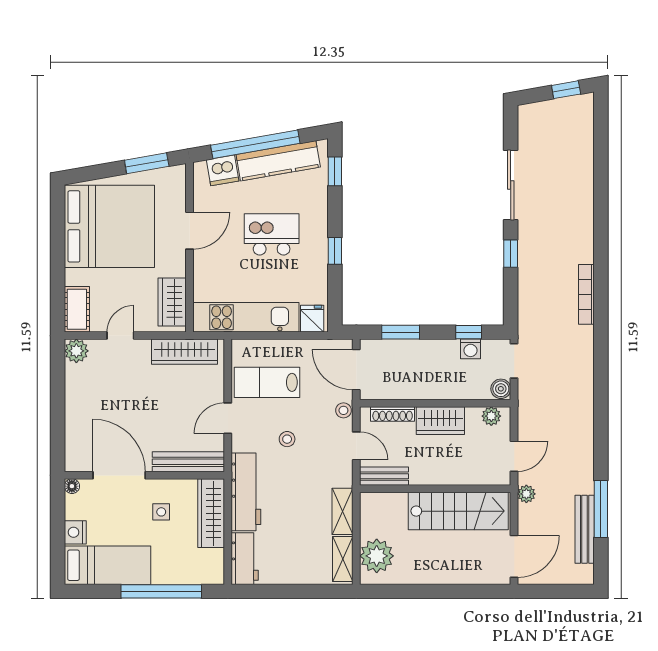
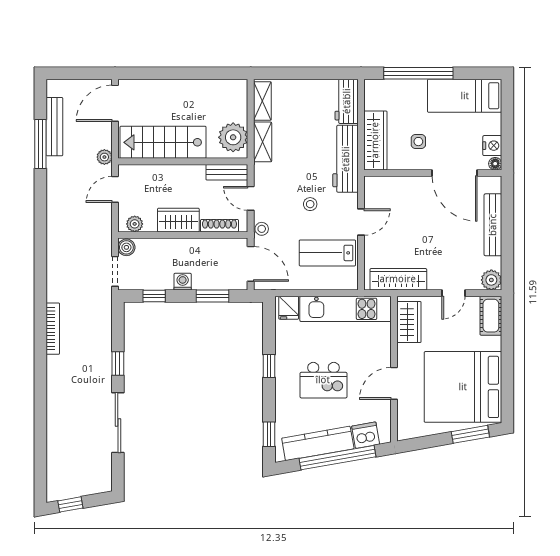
window: (147, 163) -> (470, 434), moved
washing machine: (471, 349) -> (183, 282), moved
lab bench: (267, 382) -> (327, 253), turned 180
bench: (188, 462) -> (493, 225), moved, turned 90
nightstand: (75, 532) -> (492, 146), moved
plant: (377, 556) -> (233, 137), moved

